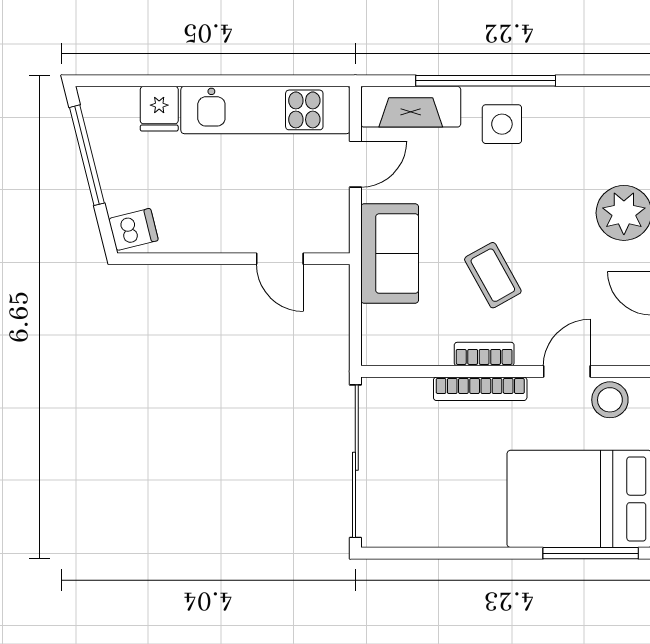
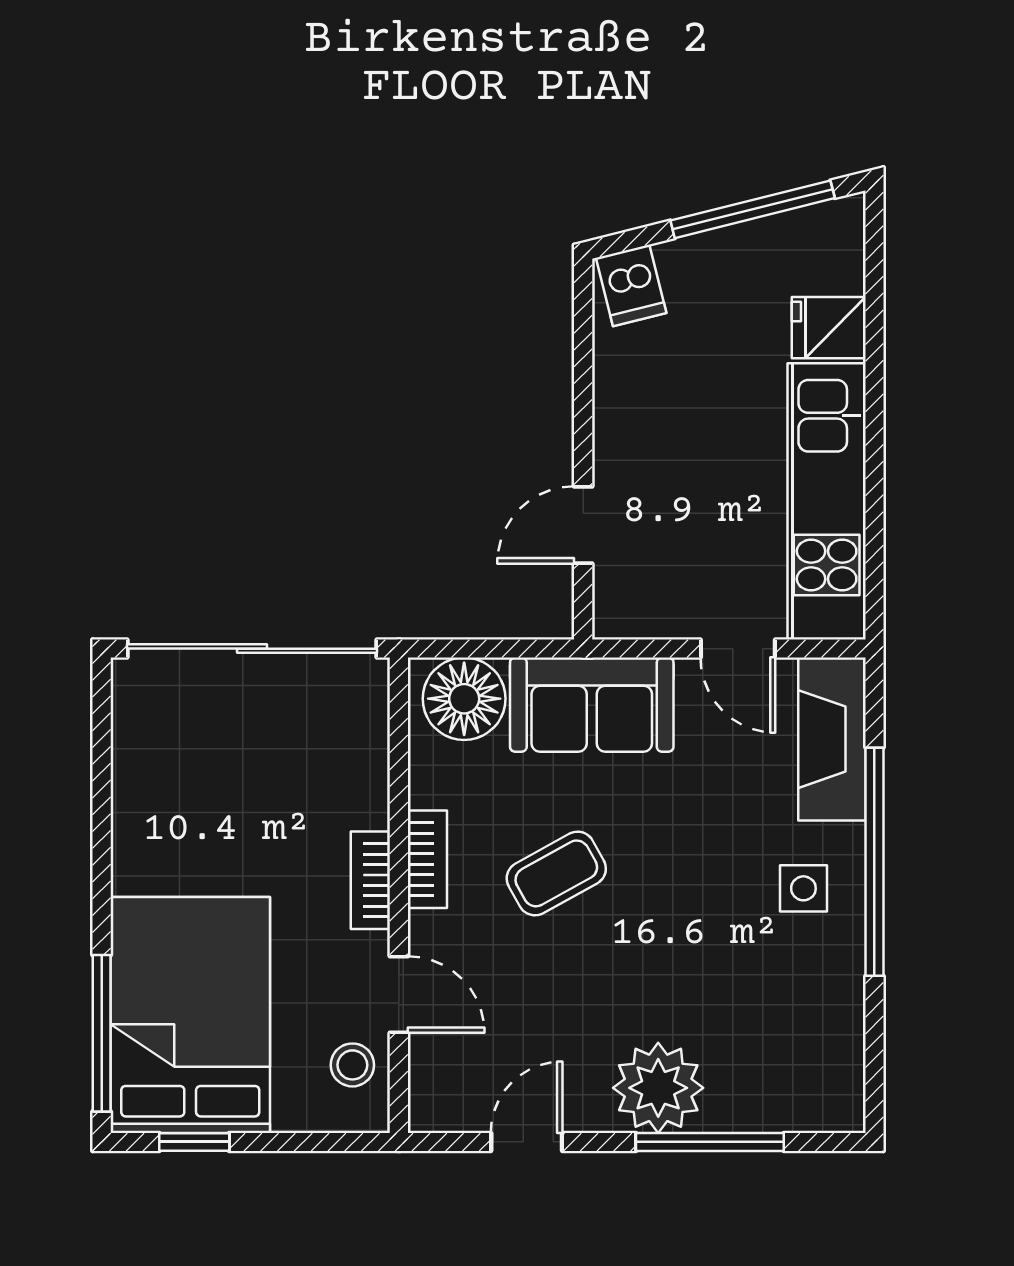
side table: (502, 124) -> (803, 888), width x0.73, depth x0.73
floor lamp: (386, 332) -> (464, 699), added
bookcase: (480, 389) -> (370, 880), width x0.64
stool: (610, 400) -> (352, 1065), width x0.73, depth x0.73

